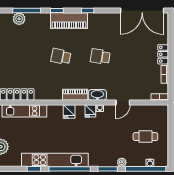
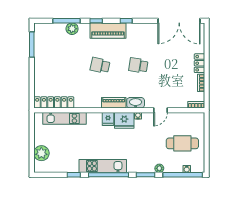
plant: (19, 19) -> (72, 29), moved
fridge: (90, 111) -> (124, 120), width x1.88, depth x1.34
cafe table: (145, 137) -> (182, 143), width x1.37, depth x1.35
kitchen unit: (55, 160) -> (103, 166), width x0.73

